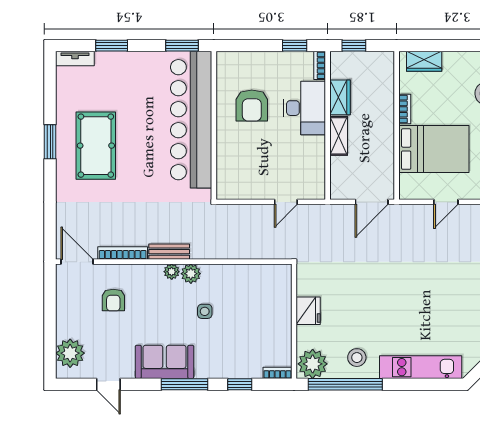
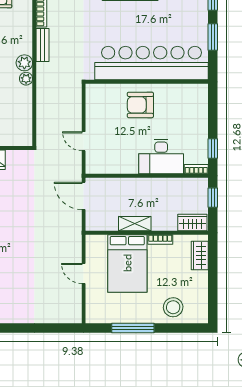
window: (182, 46) -> (213, 37), moved
wardrobe: (340, 97) -> (192, 222), moved, turned 180
armchair: (252, 106) -> (140, 105), moved
shelving: (339, 136) -> (135, 224), moved
door: (372, 202) -> (84, 196), moved
plant: (172, 272) -> (26, 79), moved

